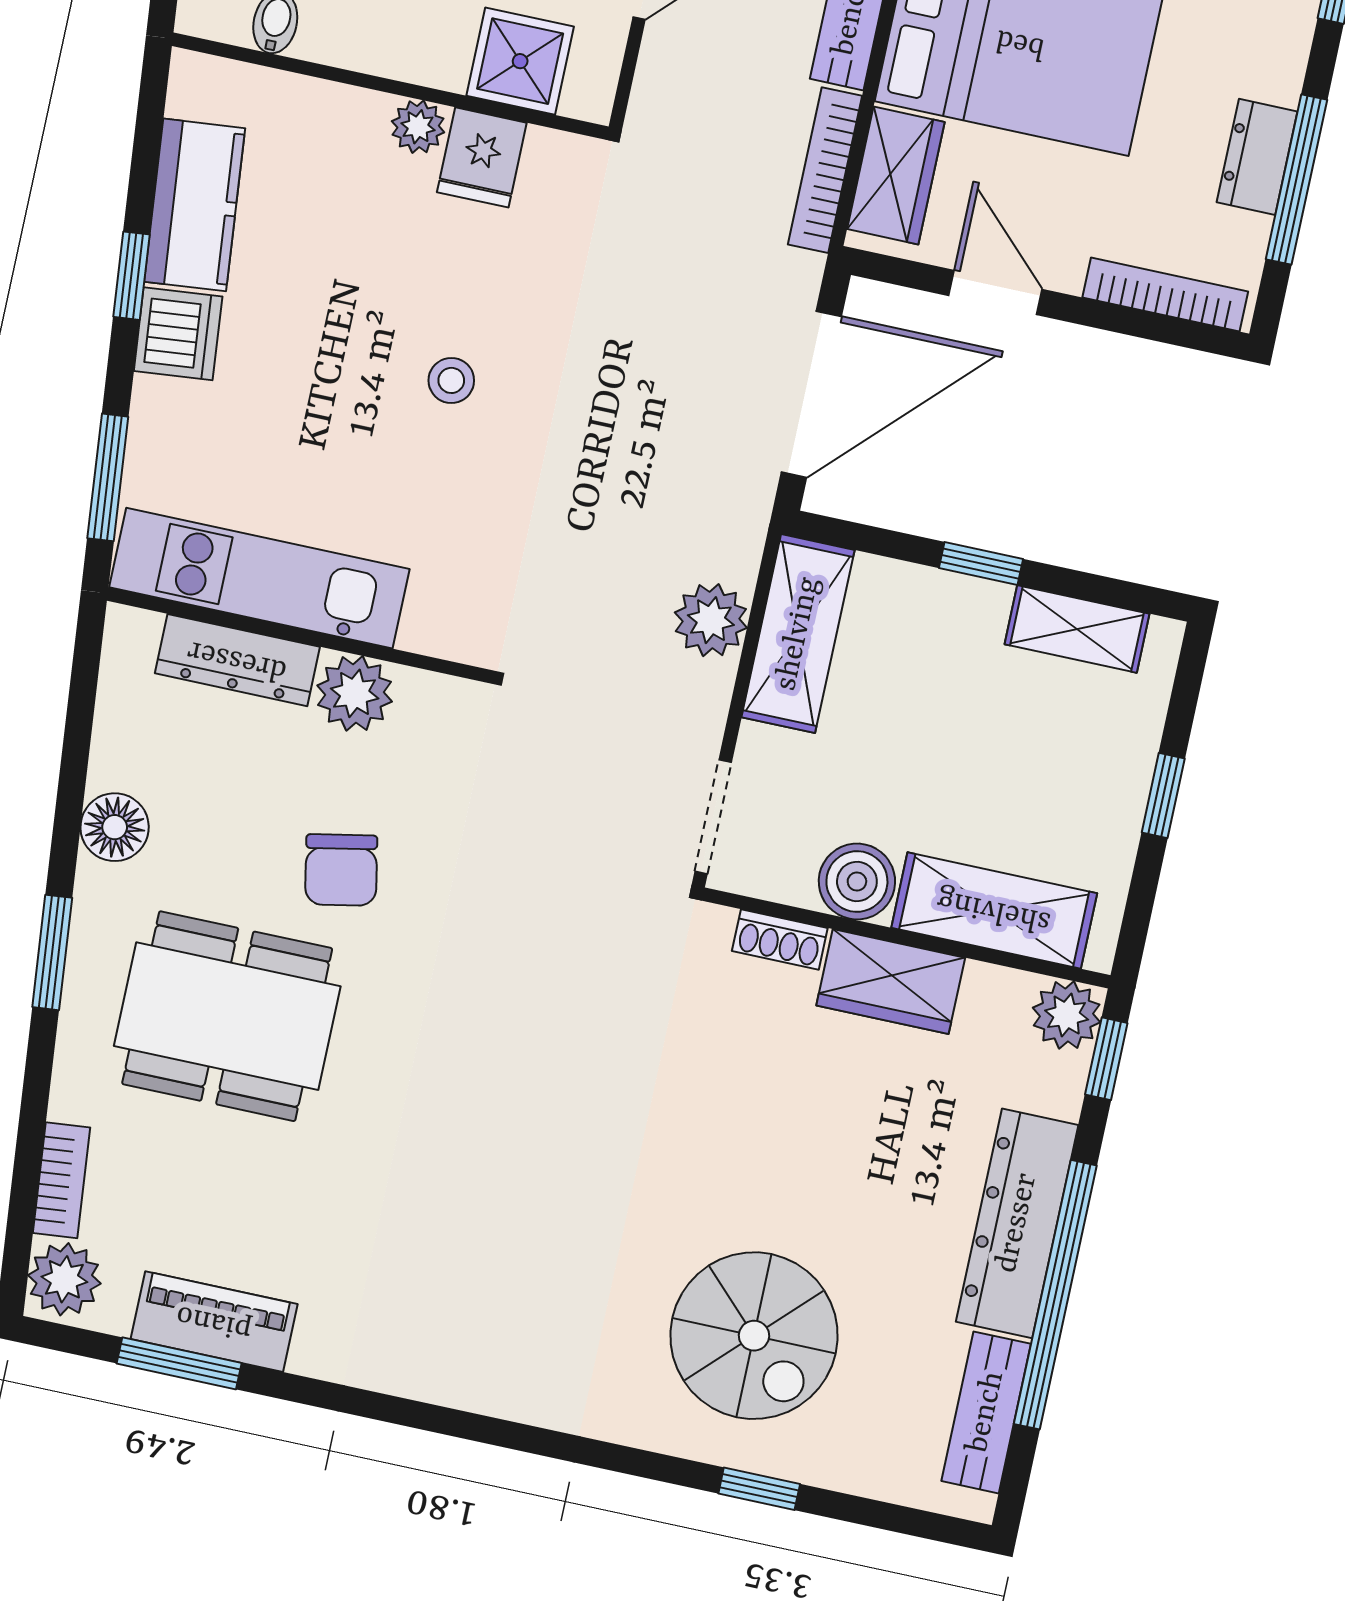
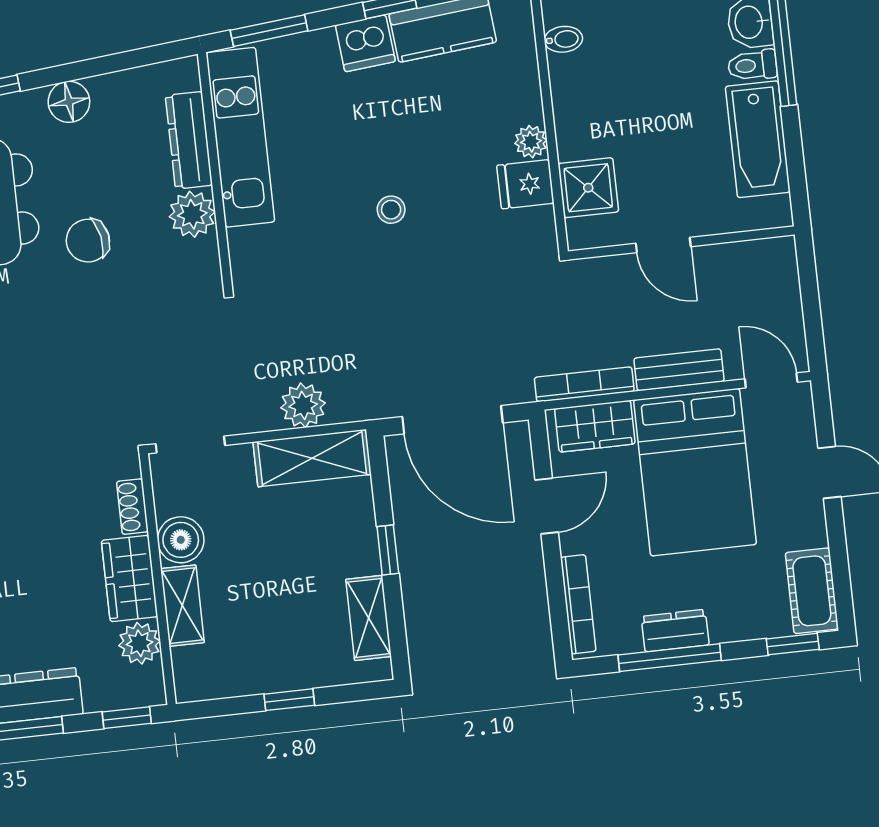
shelving: (994, 910) -> (182, 606), width x0.67, depth x0.75
plant: (1067, 1015) -> (139, 643), moved

